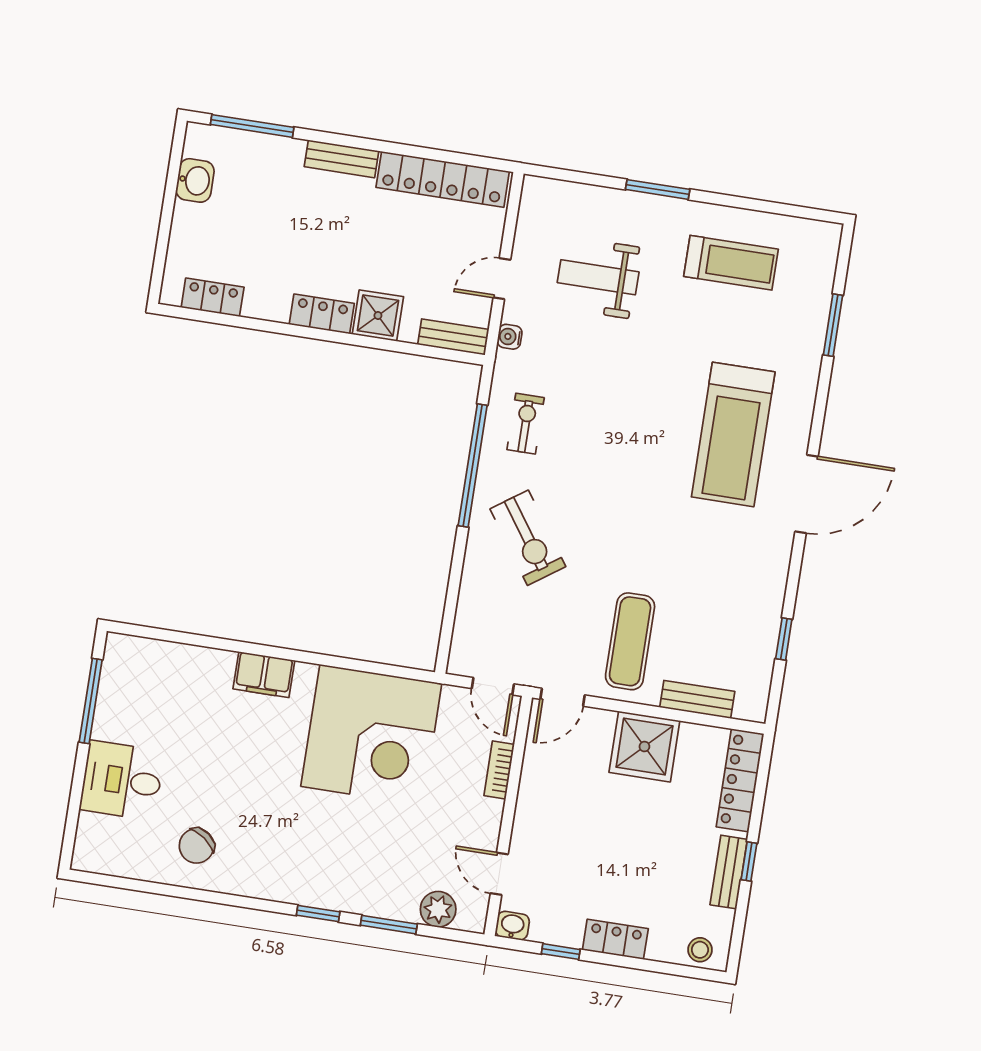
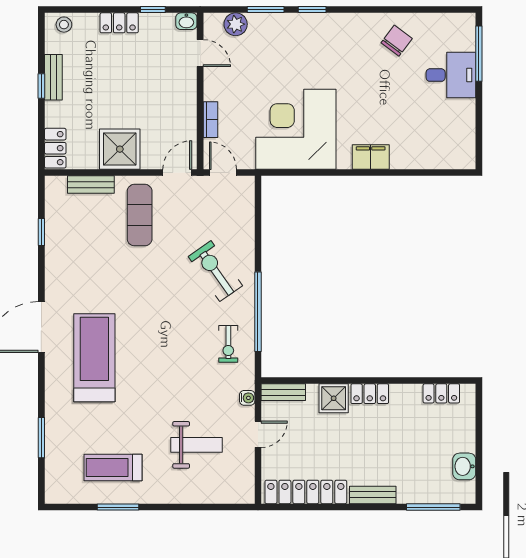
window: (658, 189) -> (118, 507), moved
window: (91, 701) -> (479, 54), moved
locker: (740, 780) -> (55, 148), width x0.66

